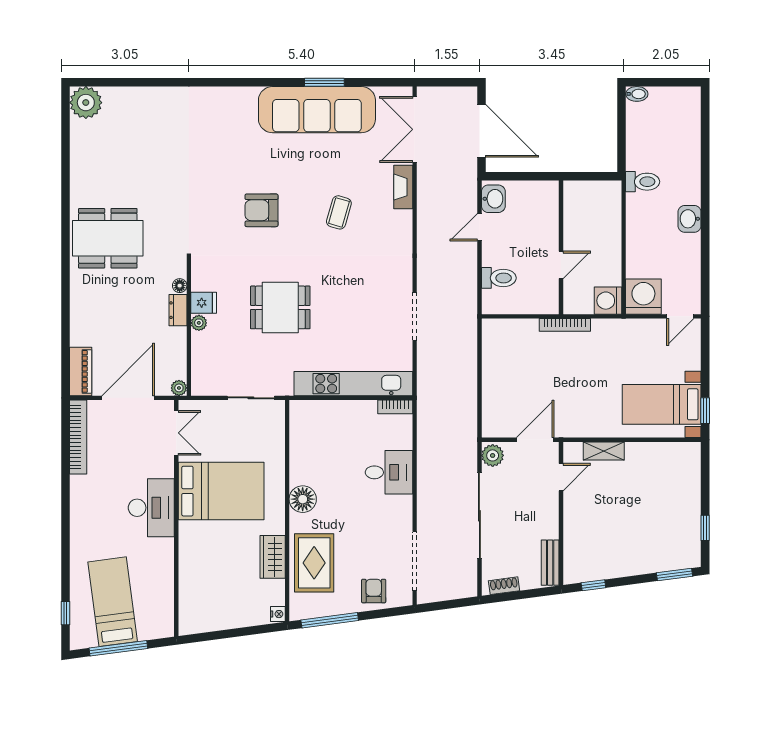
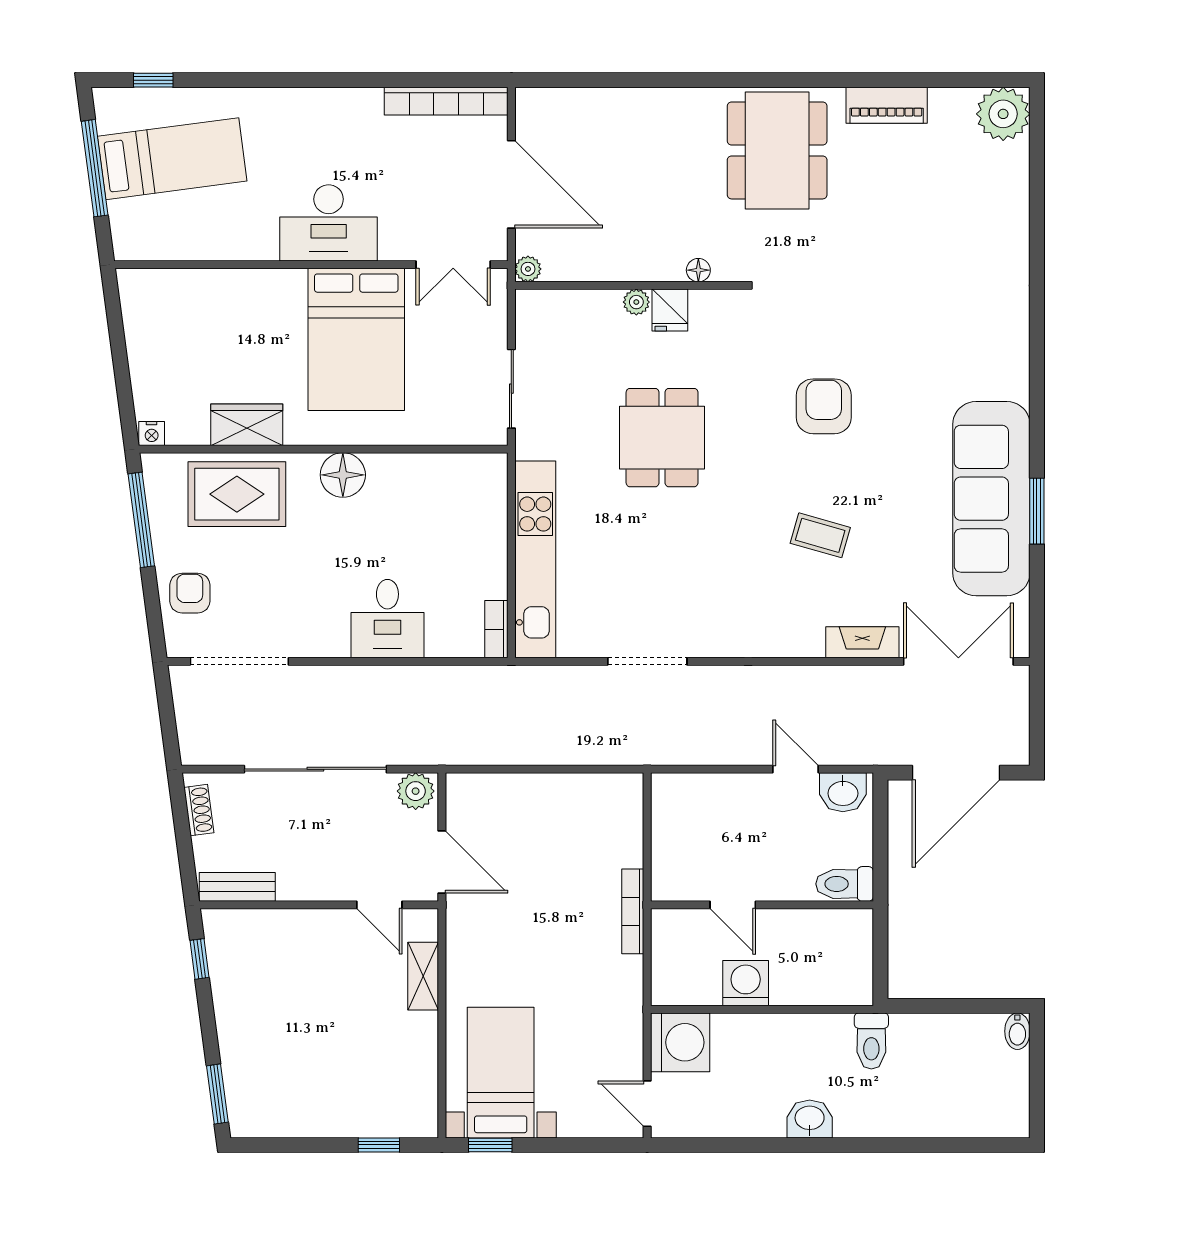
toilet: (499, 278) -> (845, 884), moved, turned 90
washing machine: (608, 301) -> (746, 983), moved
dresser: (178, 310) -> (657, 267), removed
piano: (81, 371) -> (887, 105), moved
window: (705, 528) -> (379, 1145), moved
armchair: (374, 591) -> (190, 593), turned -90

